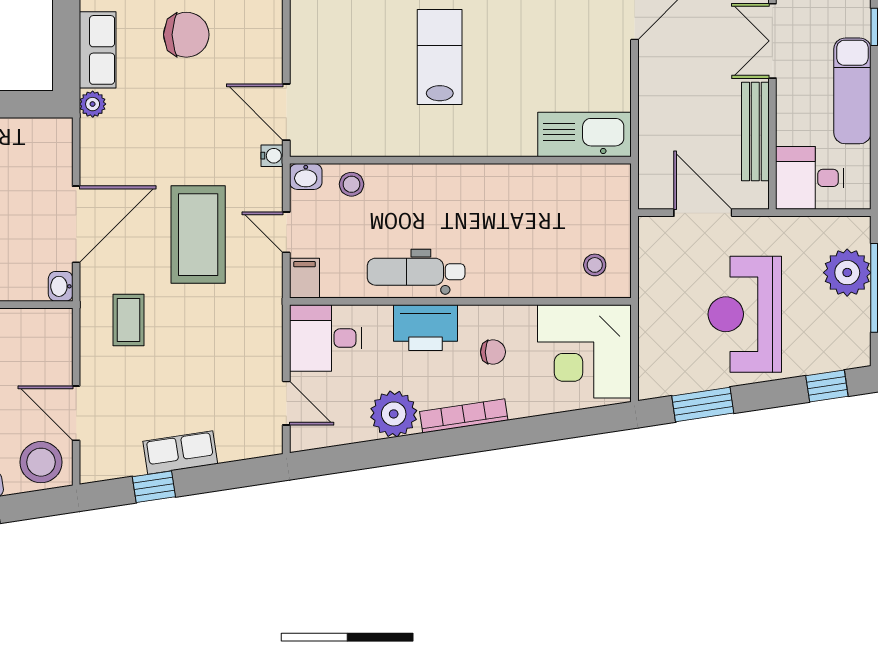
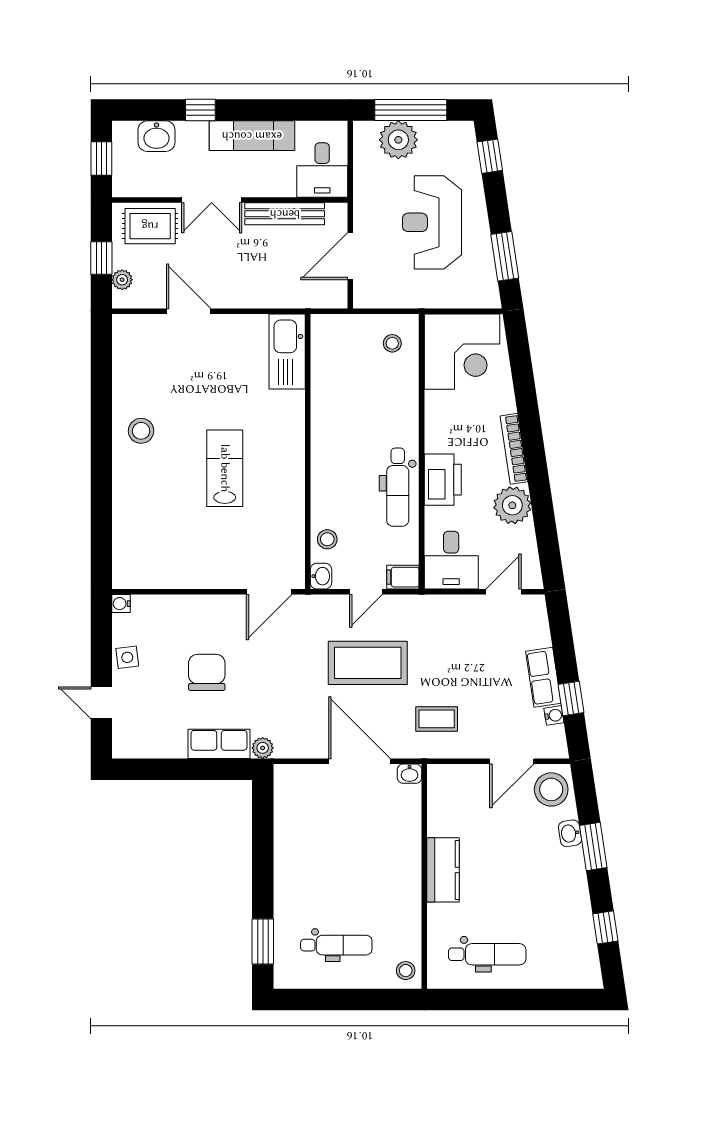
lab bench: (440, 57) -> (225, 468), turned 90
water cooler: (272, 156) -> (554, 715), moved, turned 81
reception desk: (745, 314) -> (432, 222), turned 90
chair: (493, 352) -> (462, 425), removed

